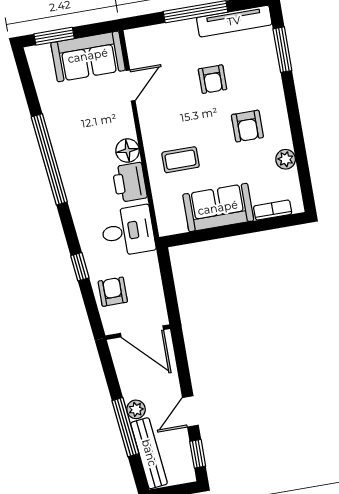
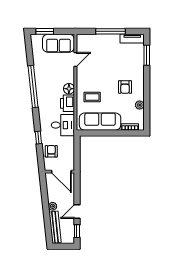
tv unit: (234, 21) -> (132, 39), width x0.71
armchair: (213, 79) -> (113, 63), removed
sofa: (218, 208) -> (100, 122), width x1.36
window: (125, 427) -> (46, 214), removed

